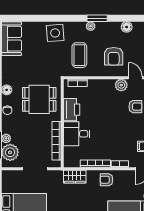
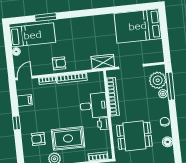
rug: (106, 104) -> (68, 138), added
printer: (72, 110) -> (103, 124), width x0.53, depth x0.68
wardrobe: (75, 177) -> (103, 62), moved

